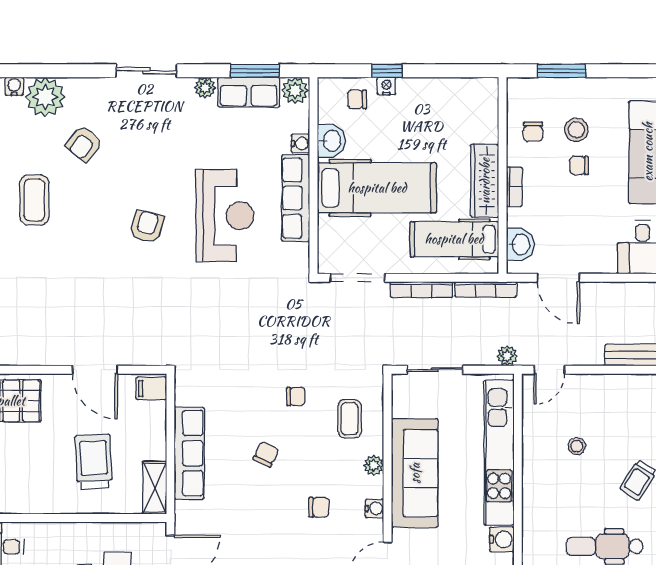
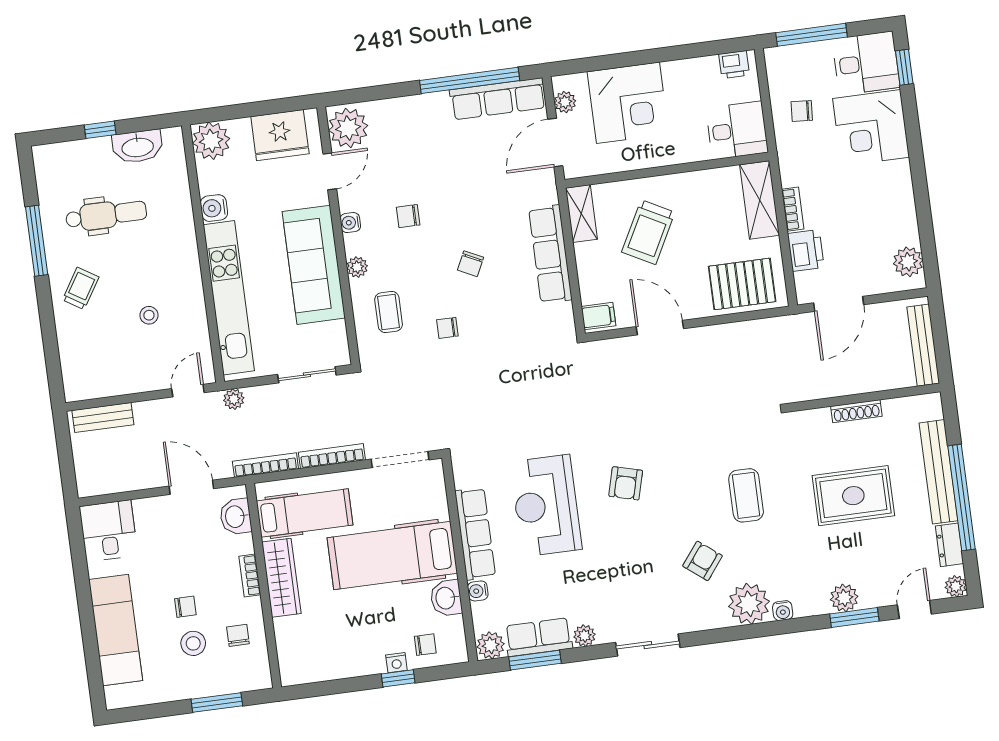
trolley: (94, 462) -> (648, 232), turned 31

